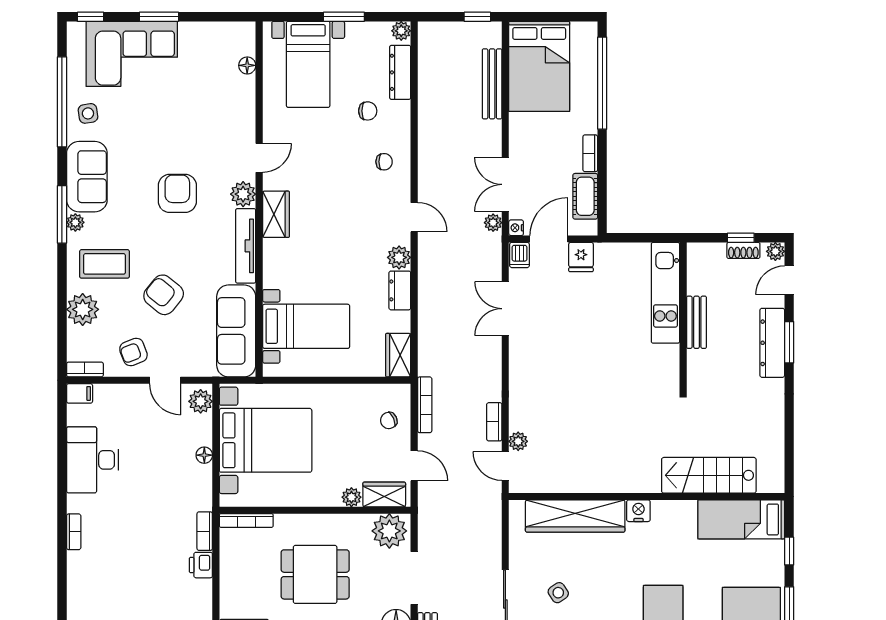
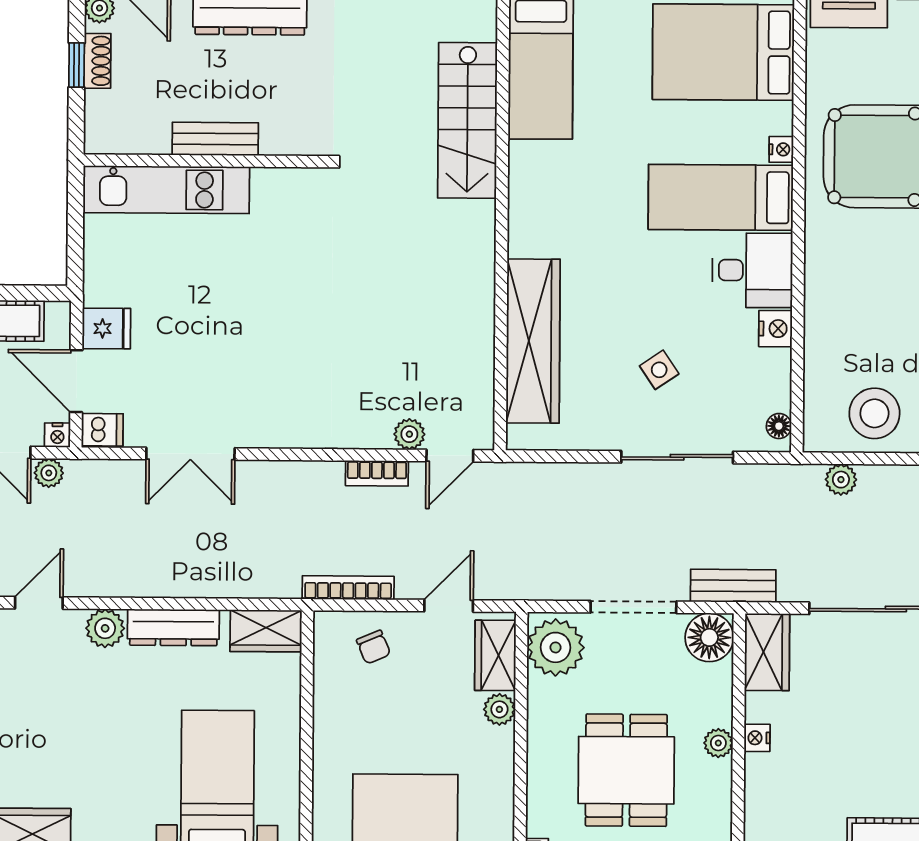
dresser: (400, 290) -> (173, 627), width x1.44
nightstand: (638, 511) -> (525, 237), removed

